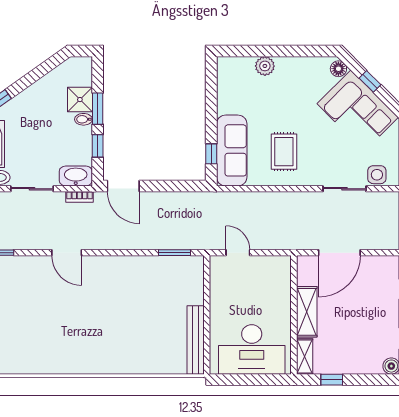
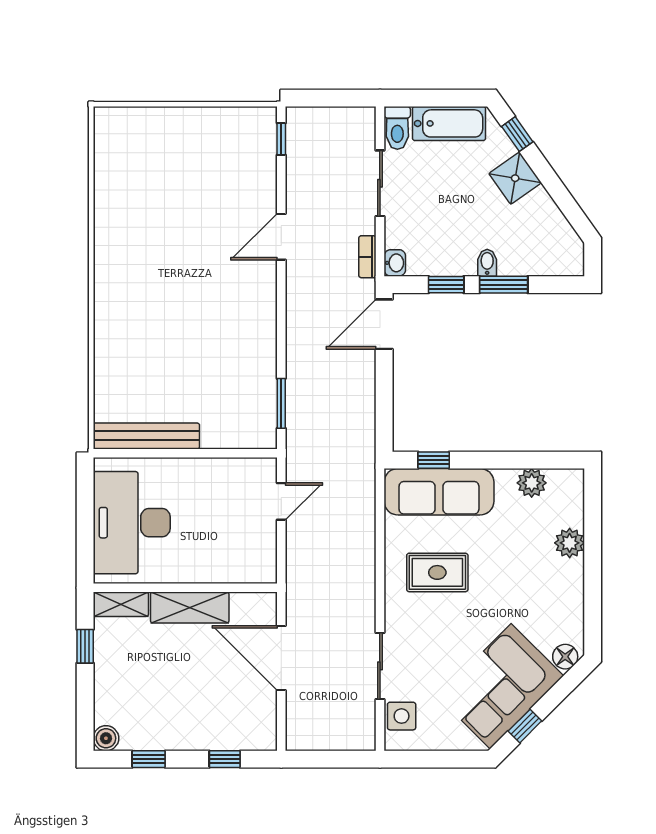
window: (370, 81) -> (525, 726), moved
plant: (226, 90) -> (532, 483), added
shower: (80, 100) -> (515, 178), moved, turned -35
washbasin: (76, 176) -> (395, 263), width x0.52, depth x0.69

